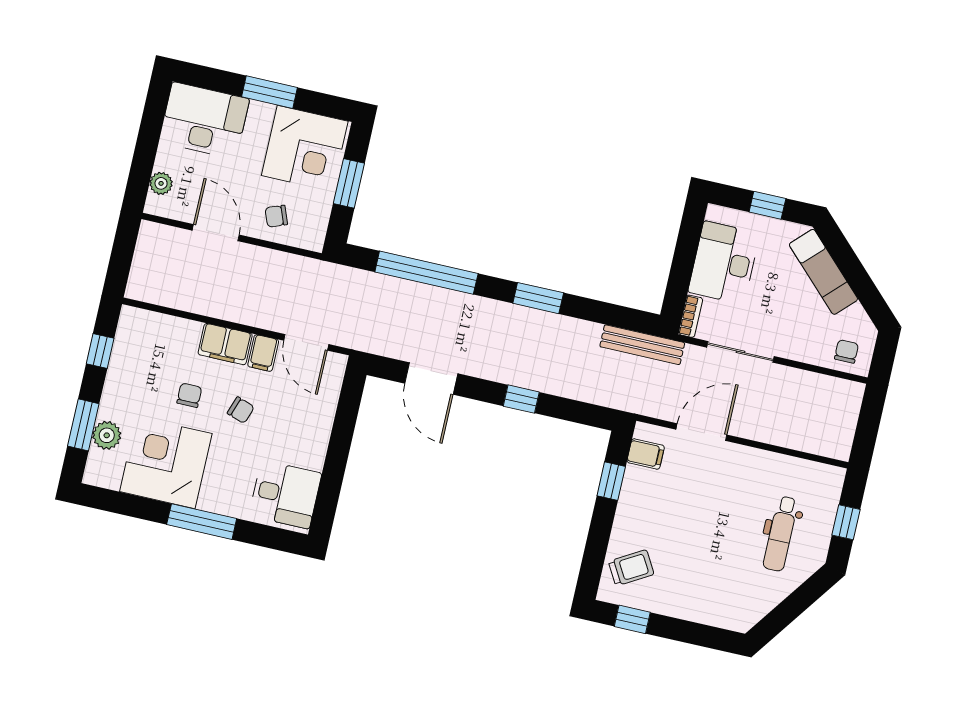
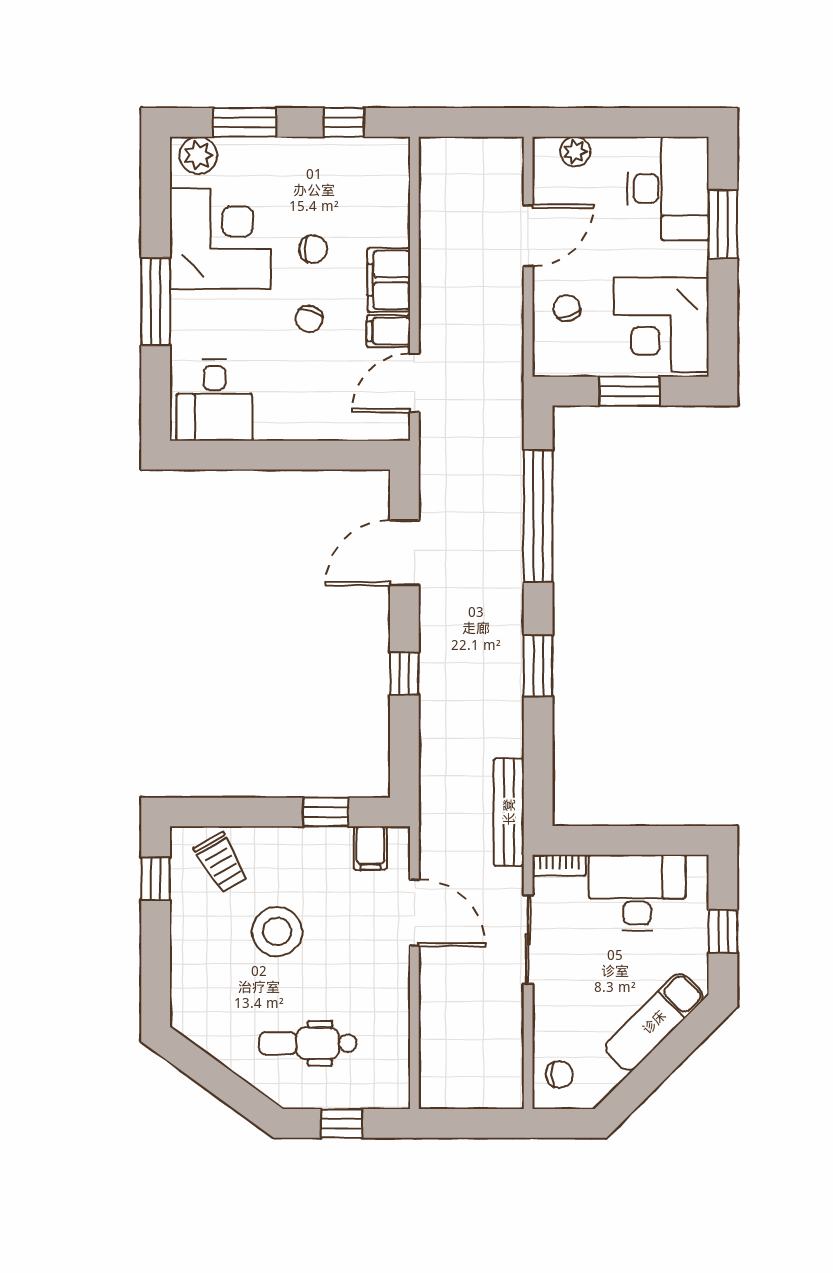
window: (270, 92) -> (723, 224), moved
plant: (107, 435) -> (198, 155), moved
stool: (692, 538) -> (277, 932), added

